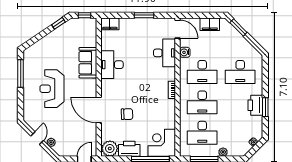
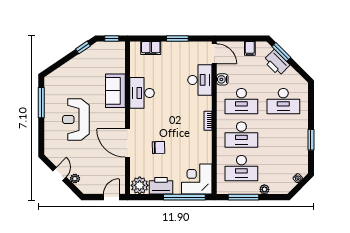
filing cabinet: (110, 24) -> (151, 48), moved
filing cabinet: (210, 24) -> (250, 48), width x0.50
printer: (255, 105) -> (277, 63), moved, turned -45

